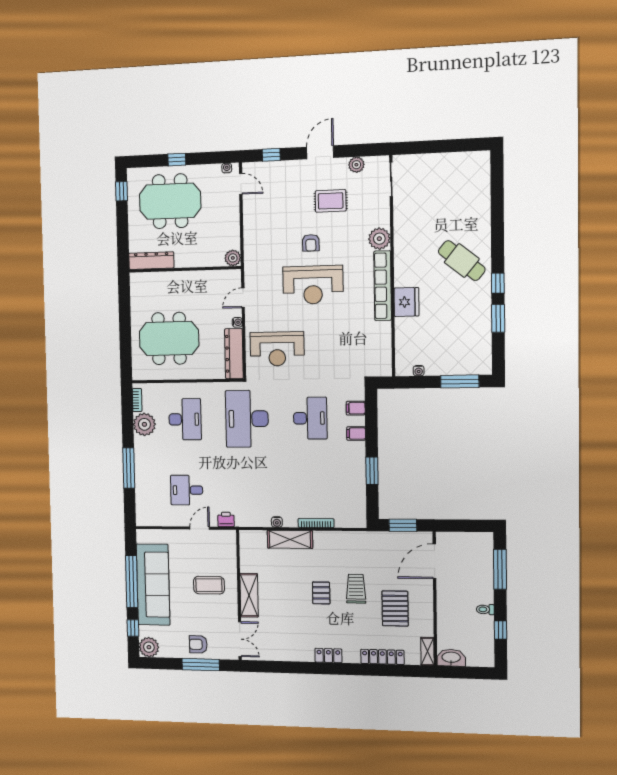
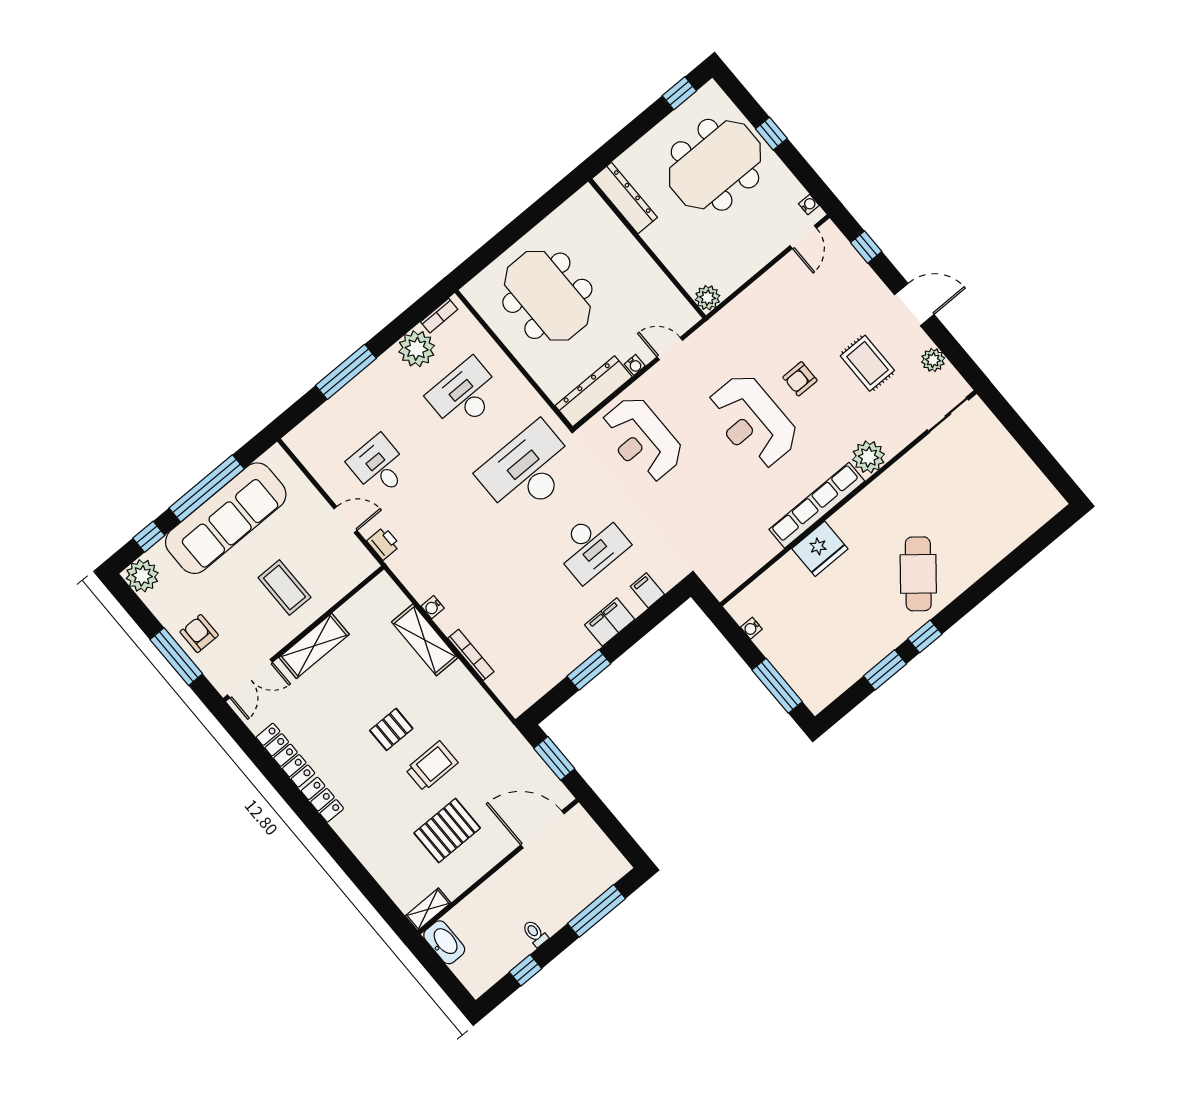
meeting table: (170, 201) -> (715, 165), turned 90
desk: (185, 419) -> (465, 395), turned 180
filing cabinet: (356, 433) -> (610, 622), width x2.00
locker: (382, 657) -> (286, 755), moved

